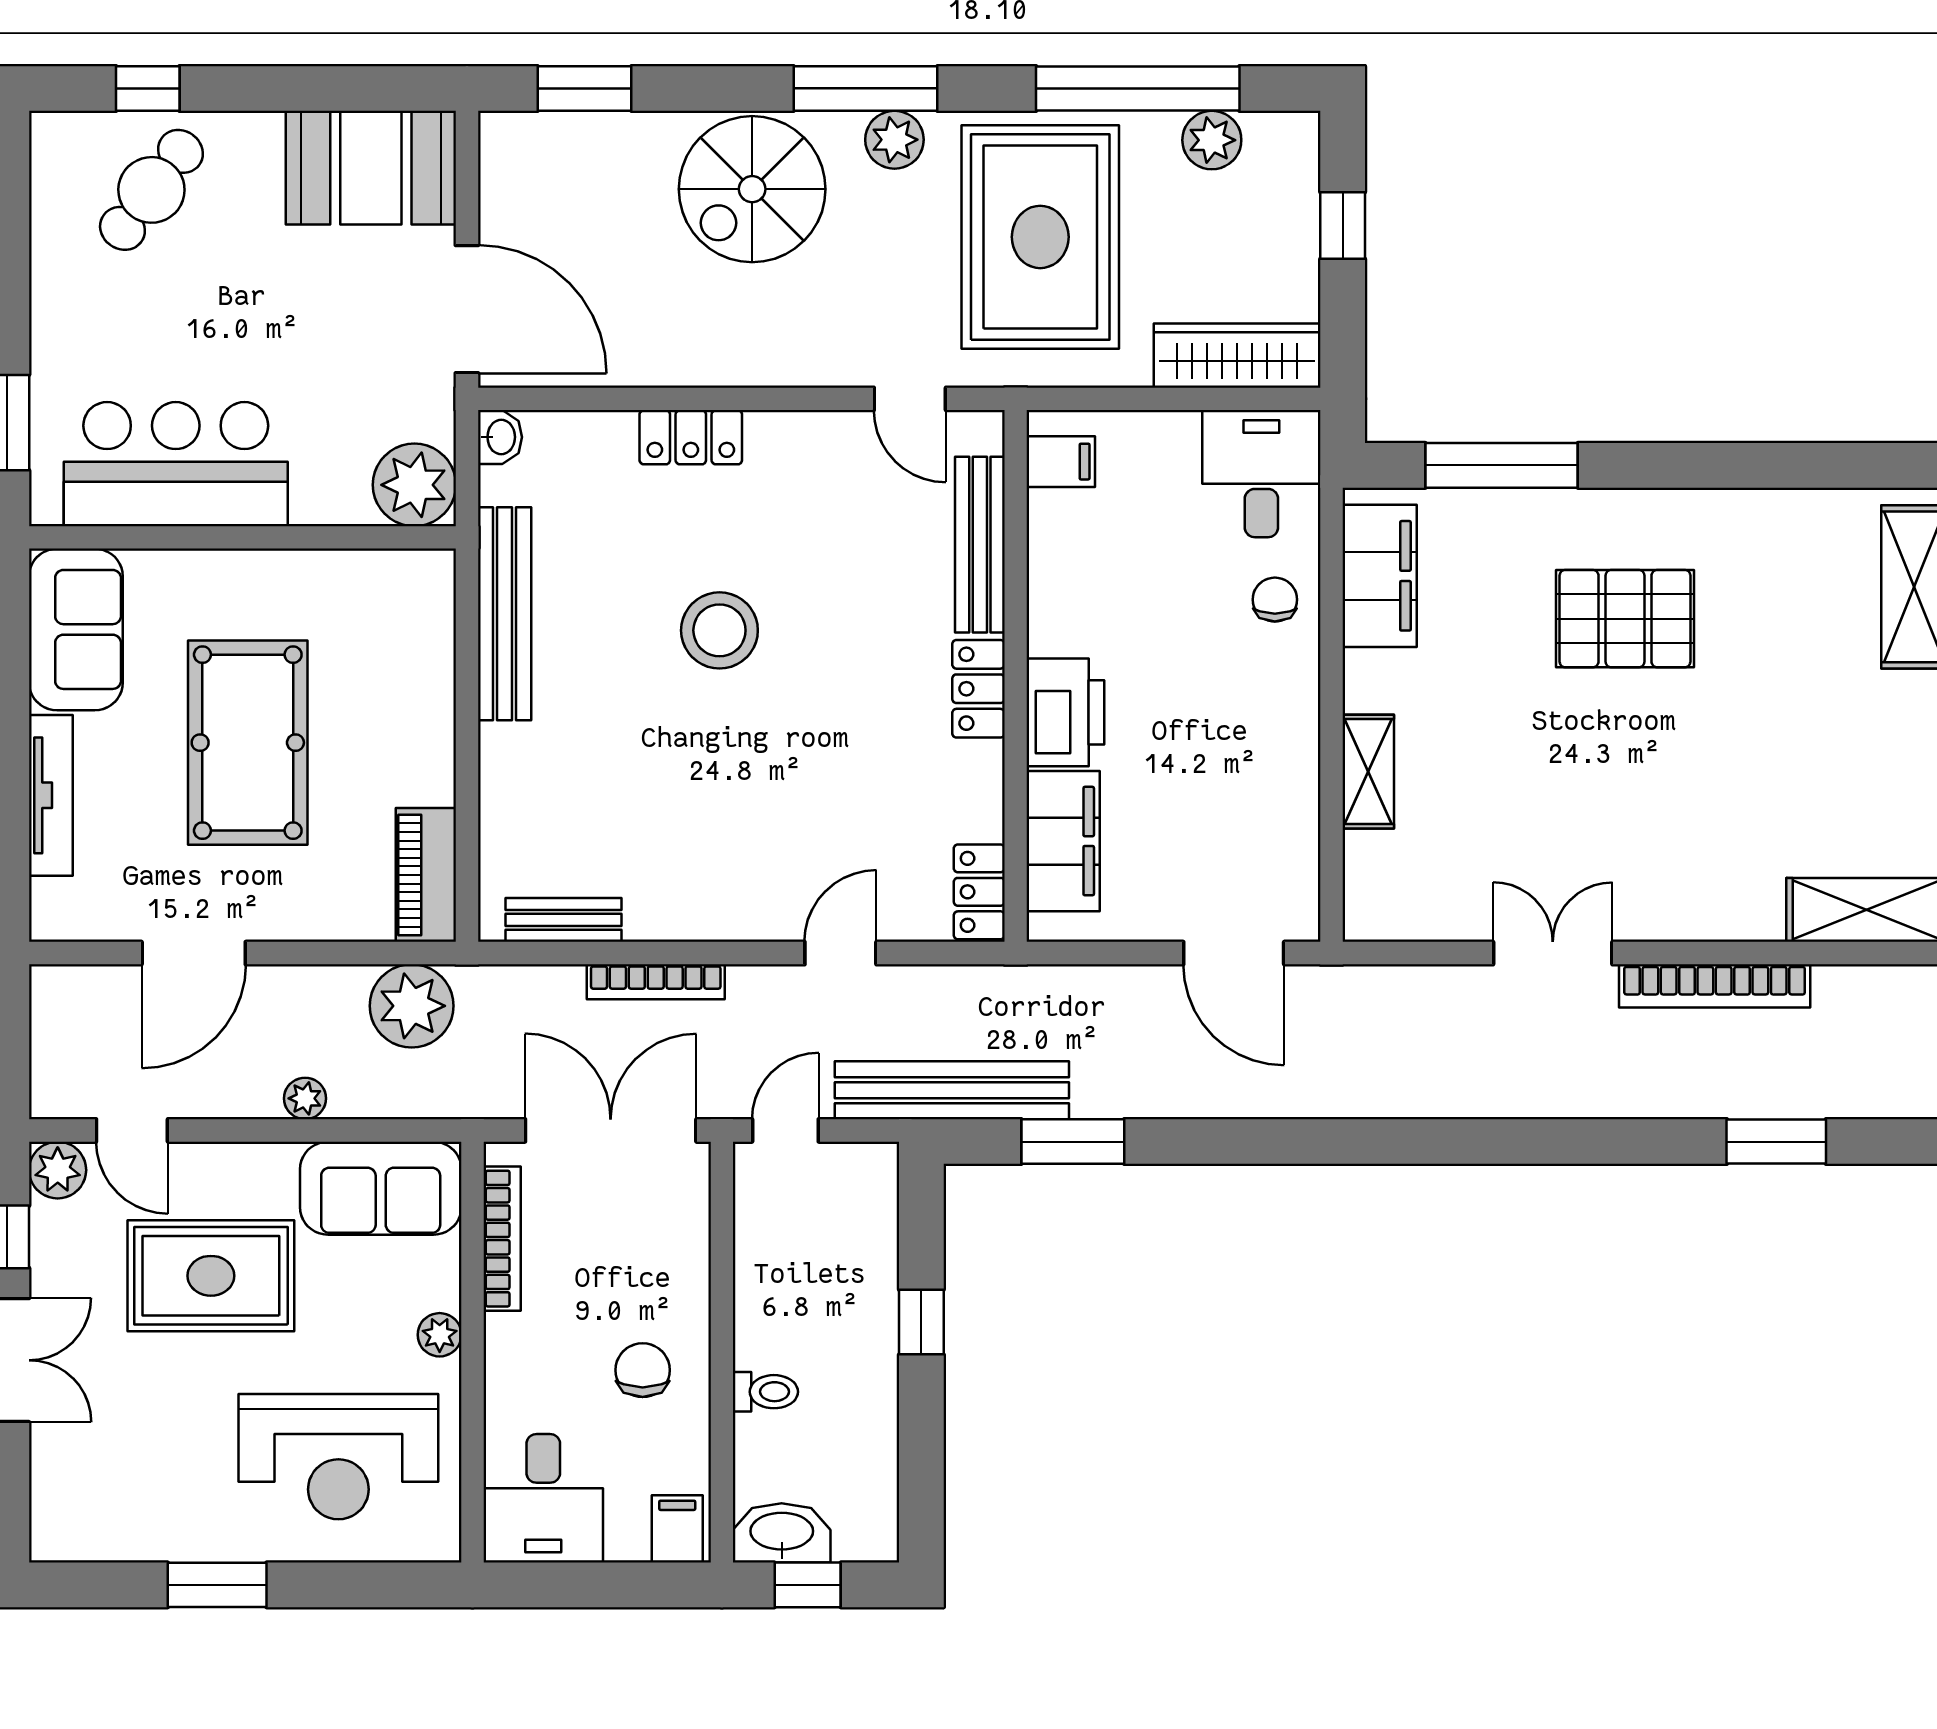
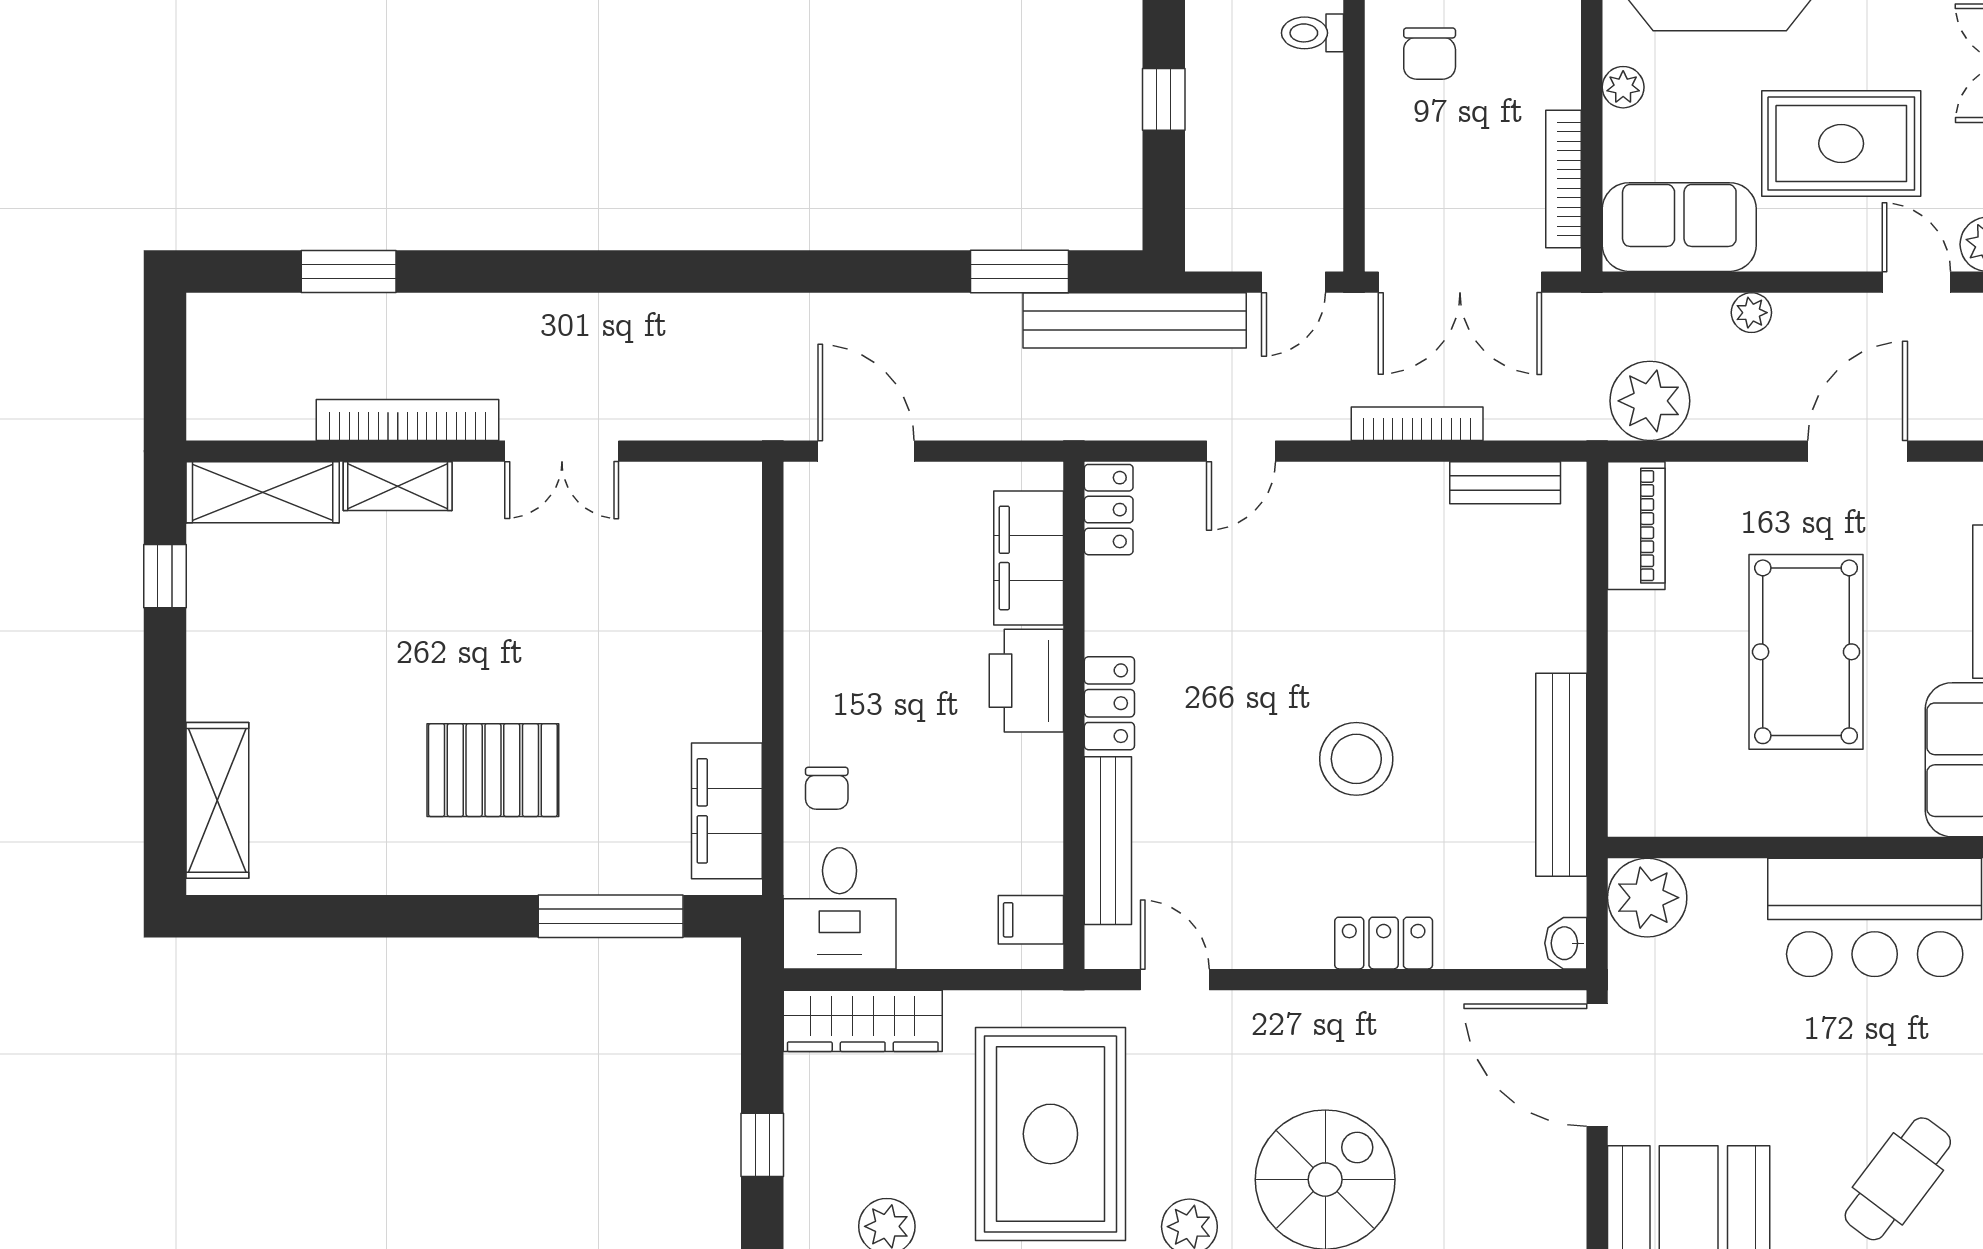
shelving: (1368, 772) -> (398, 486), moved, turned 90

